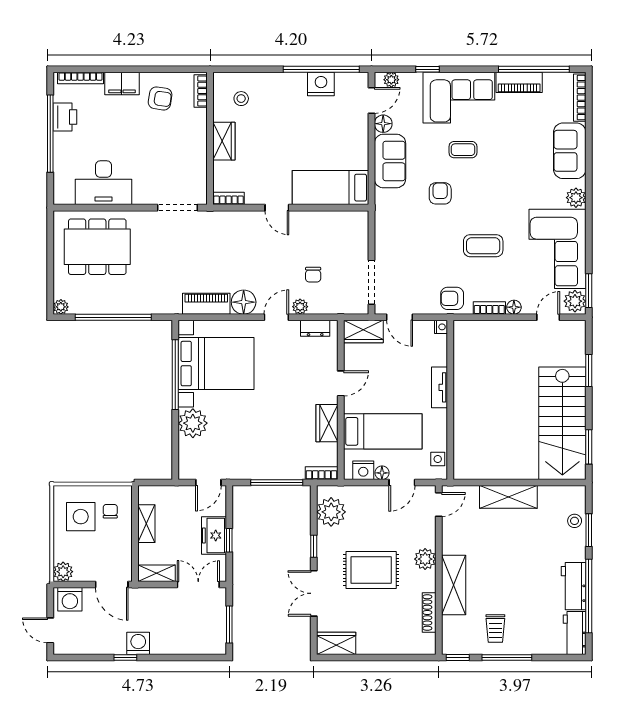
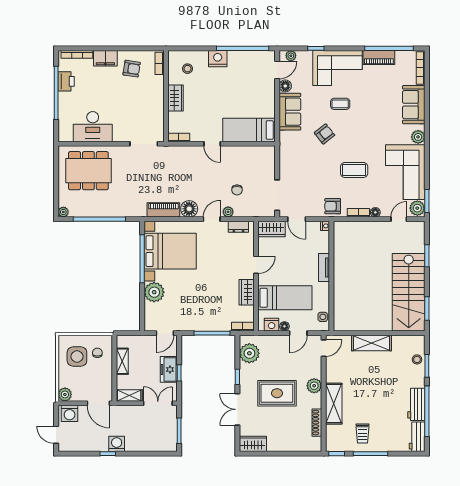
nightstand: (321, 84) -> (218, 59), moved
armchair: (440, 193) -> (325, 134), turned 52

